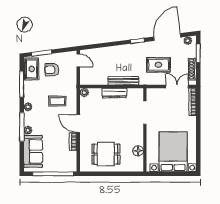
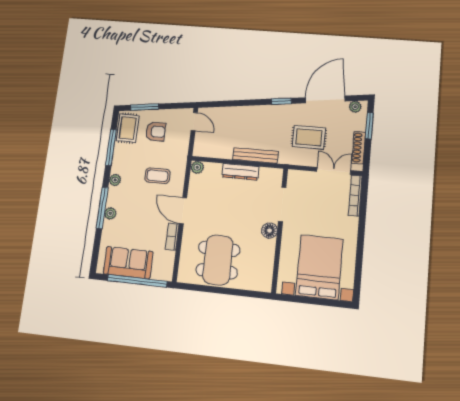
armchair: (52, 70) -> (156, 132), turned 180
sofa: (33, 151) -> (128, 263), moved, turned -90
floor lamp: (138, 151) -> (269, 231), moved
dining table: (106, 154) -> (218, 260), width x1.38

